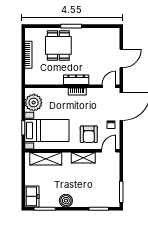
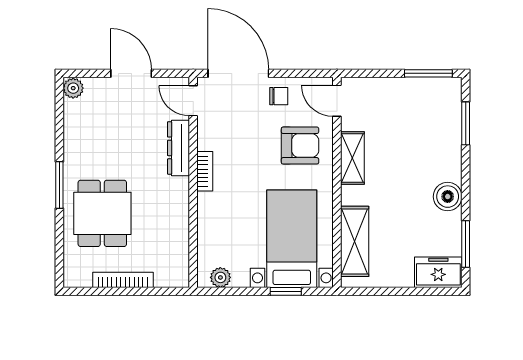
plant: (115, 32) -> (73, 88), added
dining table: (58, 45) -> (102, 213), turned 90
dresser: (76, 80) -> (178, 148), moved
plant: (34, 103) -> (220, 277), width x0.53, depth x0.53

